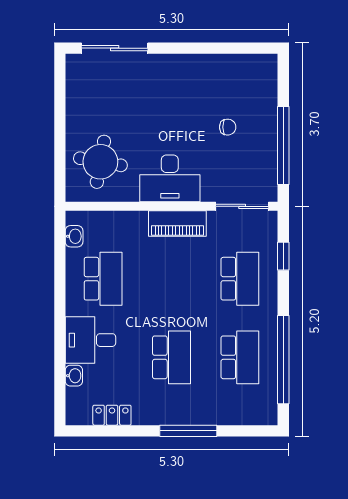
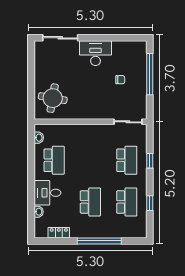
window: (283, 145) -> (150, 74), moved
desk: (170, 178) -> (95, 53), moved, turned 180
piano: (177, 224) -> (94, 131), removed
window: (283, 256) -> (150, 161), moved
window: (283, 360) -> (150, 203), width x0.32
window: (188, 431) -> (99, 241), width x1.46

